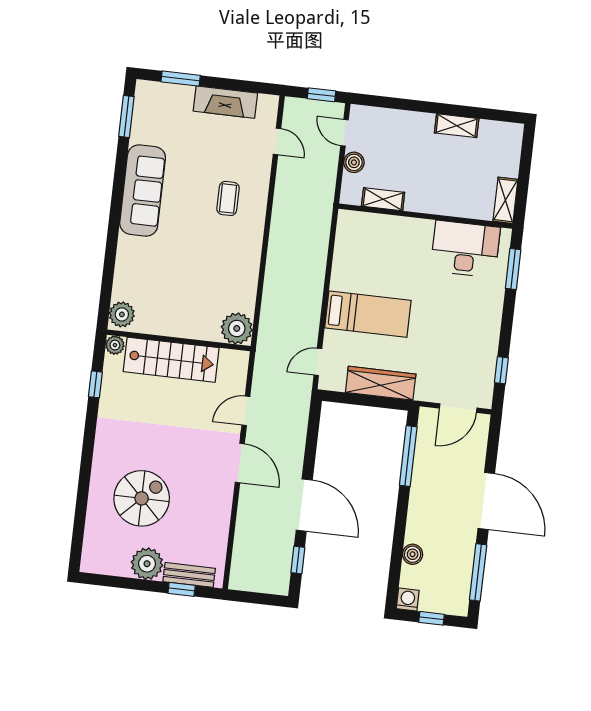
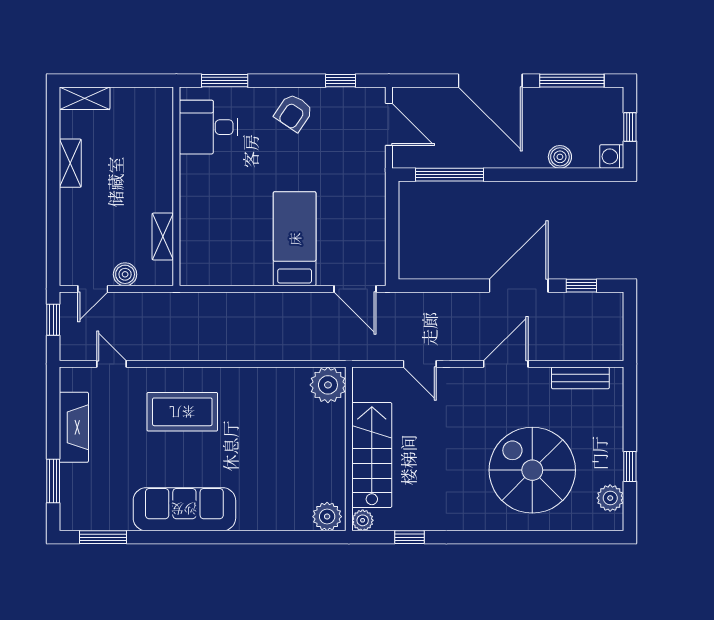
door: (277, 141) -> (112, 364), hinge flipped
coffee table: (228, 198) -> (182, 412), width x1.86, depth x1.72
shelving: (505, 200) -> (85, 98), moved
desk: (465, 249) -> (208, 127), width x0.73
armchair: (478, 326) -> (294, 113), added
door: (318, 362) -> (355, 289), width x1.38
wardrobe: (381, 383) -> (371, 215), removed
door: (240, 463) -> (506, 364), moved
spiral stairs: (142, 498) -> (532, 470), width x1.37, depth x1.37
door: (486, 501) -> (490, 81), swing flipped
plant: (147, 564) -> (610, 498), moved, width x0.73, depth x0.73
bench: (189, 575) -> (580, 378), moved, turned 90
window: (182, 589) -> (630, 467), moved

